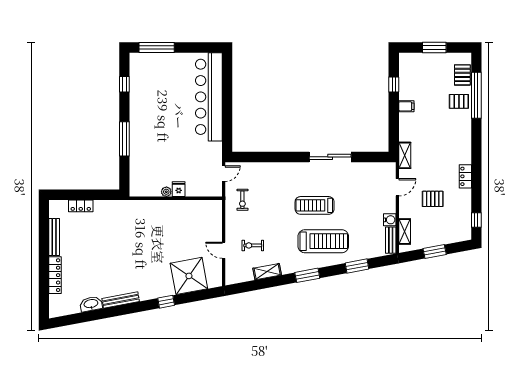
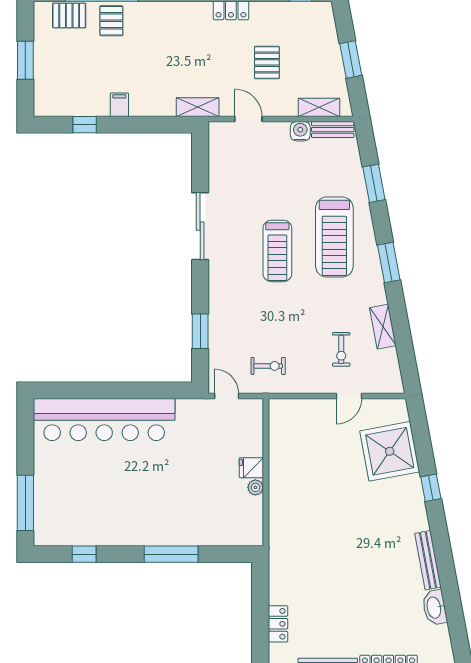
window: (264, 157) -> (200, 331), added
treadmill: (323, 241) -> (334, 237), turned 180

